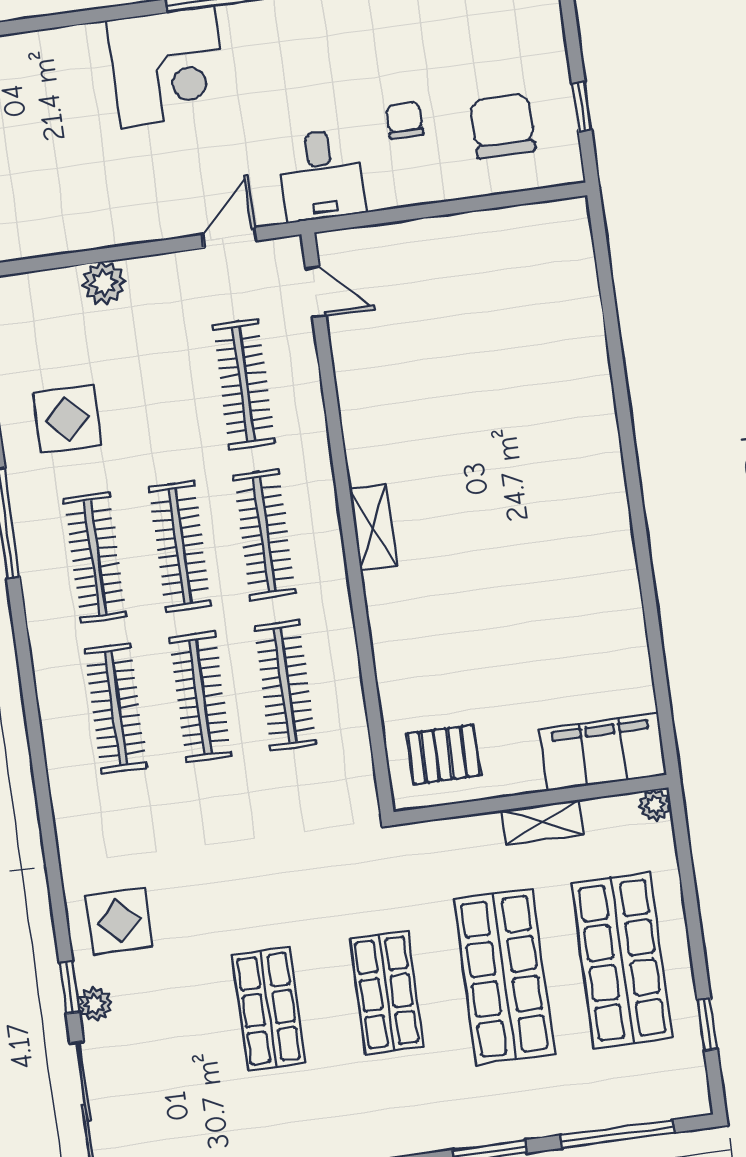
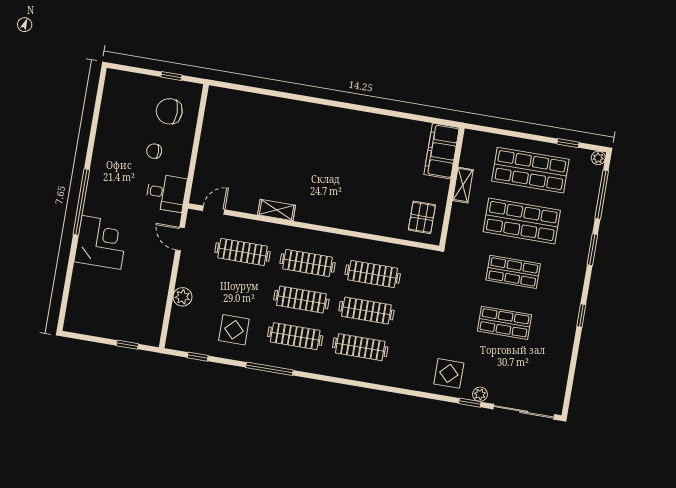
shelving: (373, 528) -> (277, 210), moved
plant: (655, 805) -> (598, 158), moved

